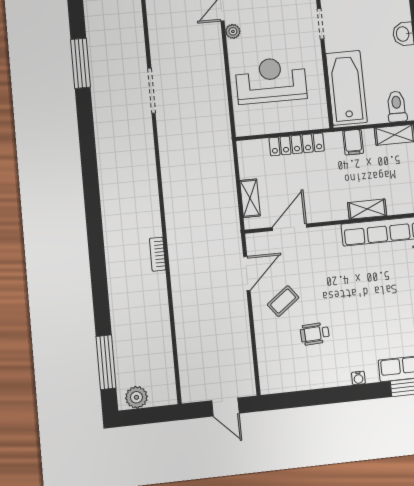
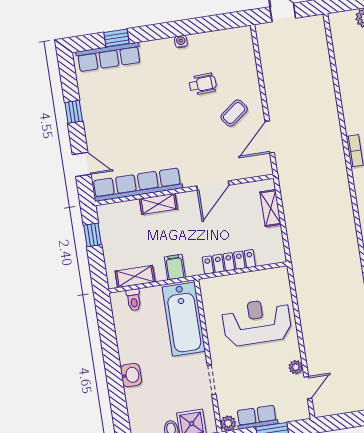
reception desk: (271, 80) -> (257, 322), turned 180
toilet: (397, 107) -> (134, 300), width x0.73, depth x0.72
door: (289, 227) -> (213, 185), moved
water cooler: (358, 378) -> (181, 42), moved

